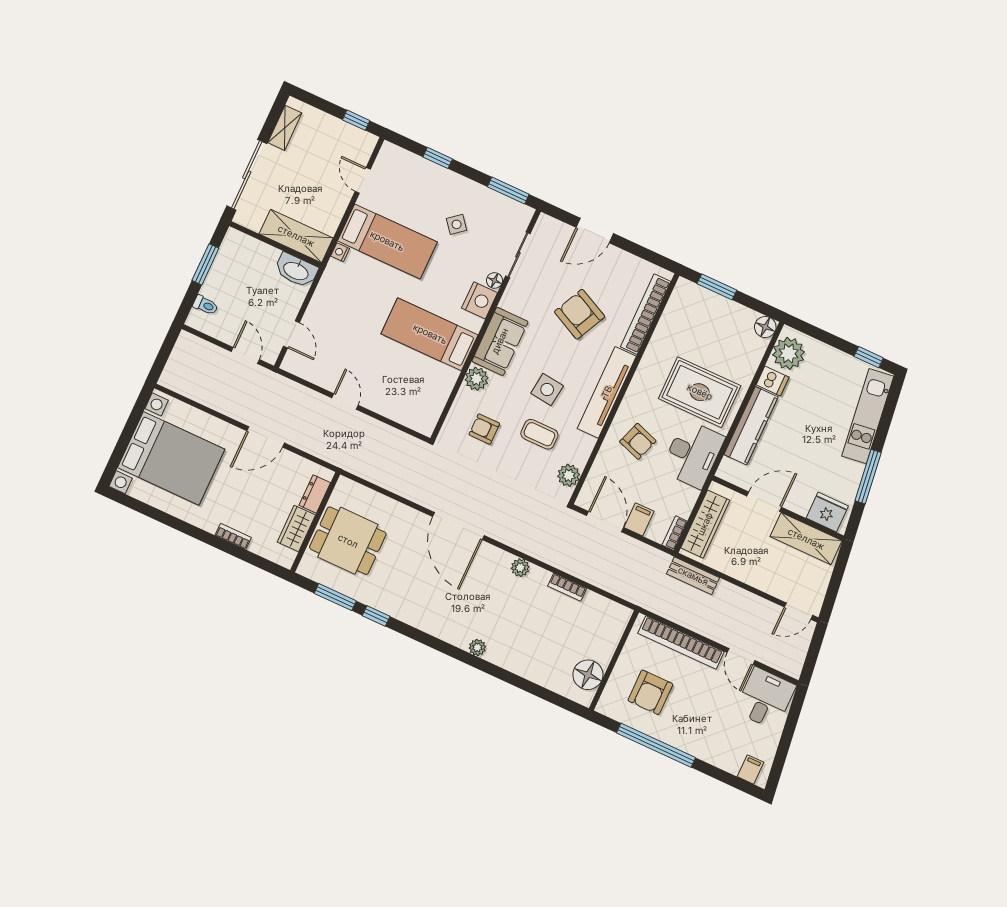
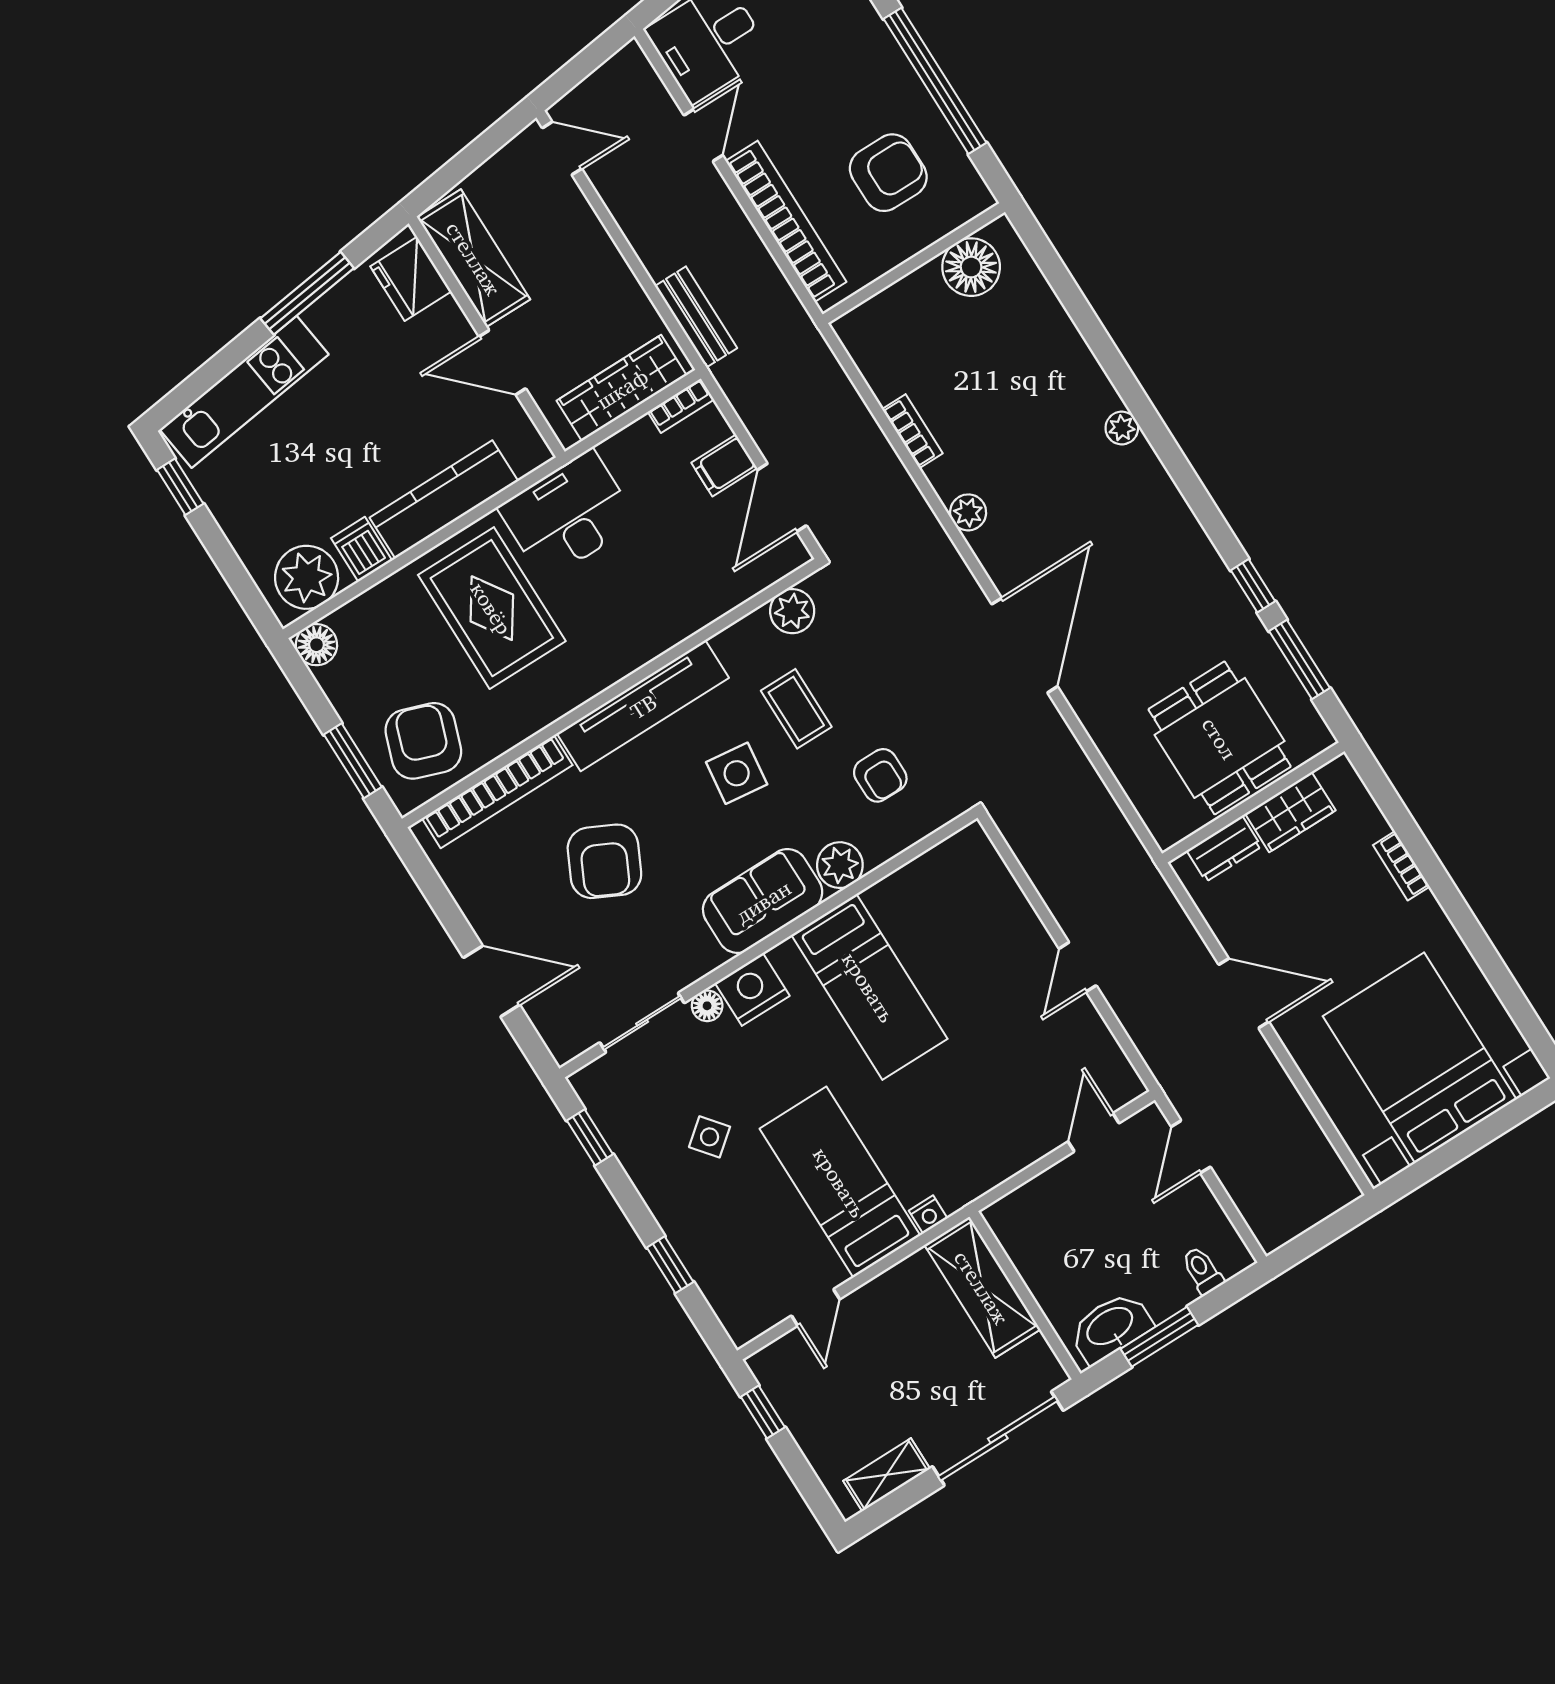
window: (508, 190) -> (590, 1137), width x0.67
washbasin: (296, 270) -> (1110, 1327), moved, turned -90
armchair: (638, 441) -> (423, 741), moved, width x1.38, depth x1.38

